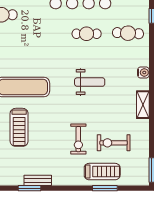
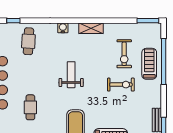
cafe table: (87, 34) -> (30, 107), moved
window: (105, 188) -> (164, 61), width x2.11

